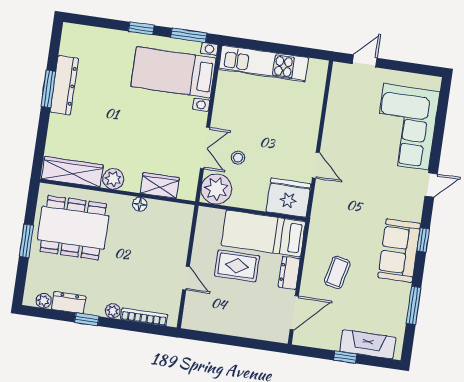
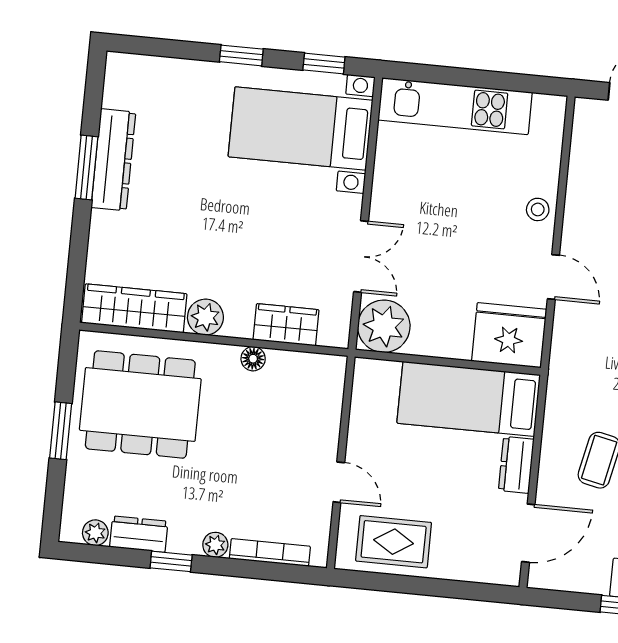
window: (189, 35) -> (324, 63), width x0.67
stool: (238, 158) -> (538, 209), moved
rug: (237, 266) -> (394, 542), moved

